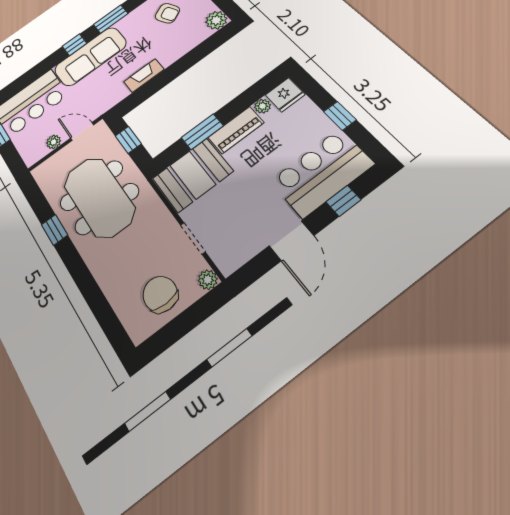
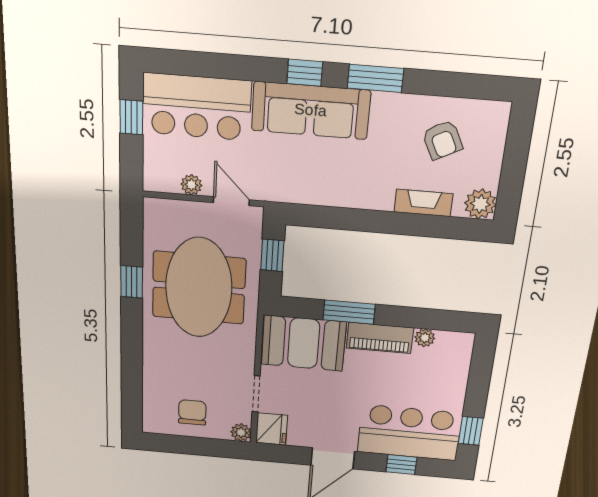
fireplace: (144, 76) -> (423, 203), moved
fridge: (285, 95) -> (272, 429), moved, turned -90
window: (340, 116) -> (471, 431), moved
chair: (160, 294) -> (192, 412), width x0.73, depth x0.73

